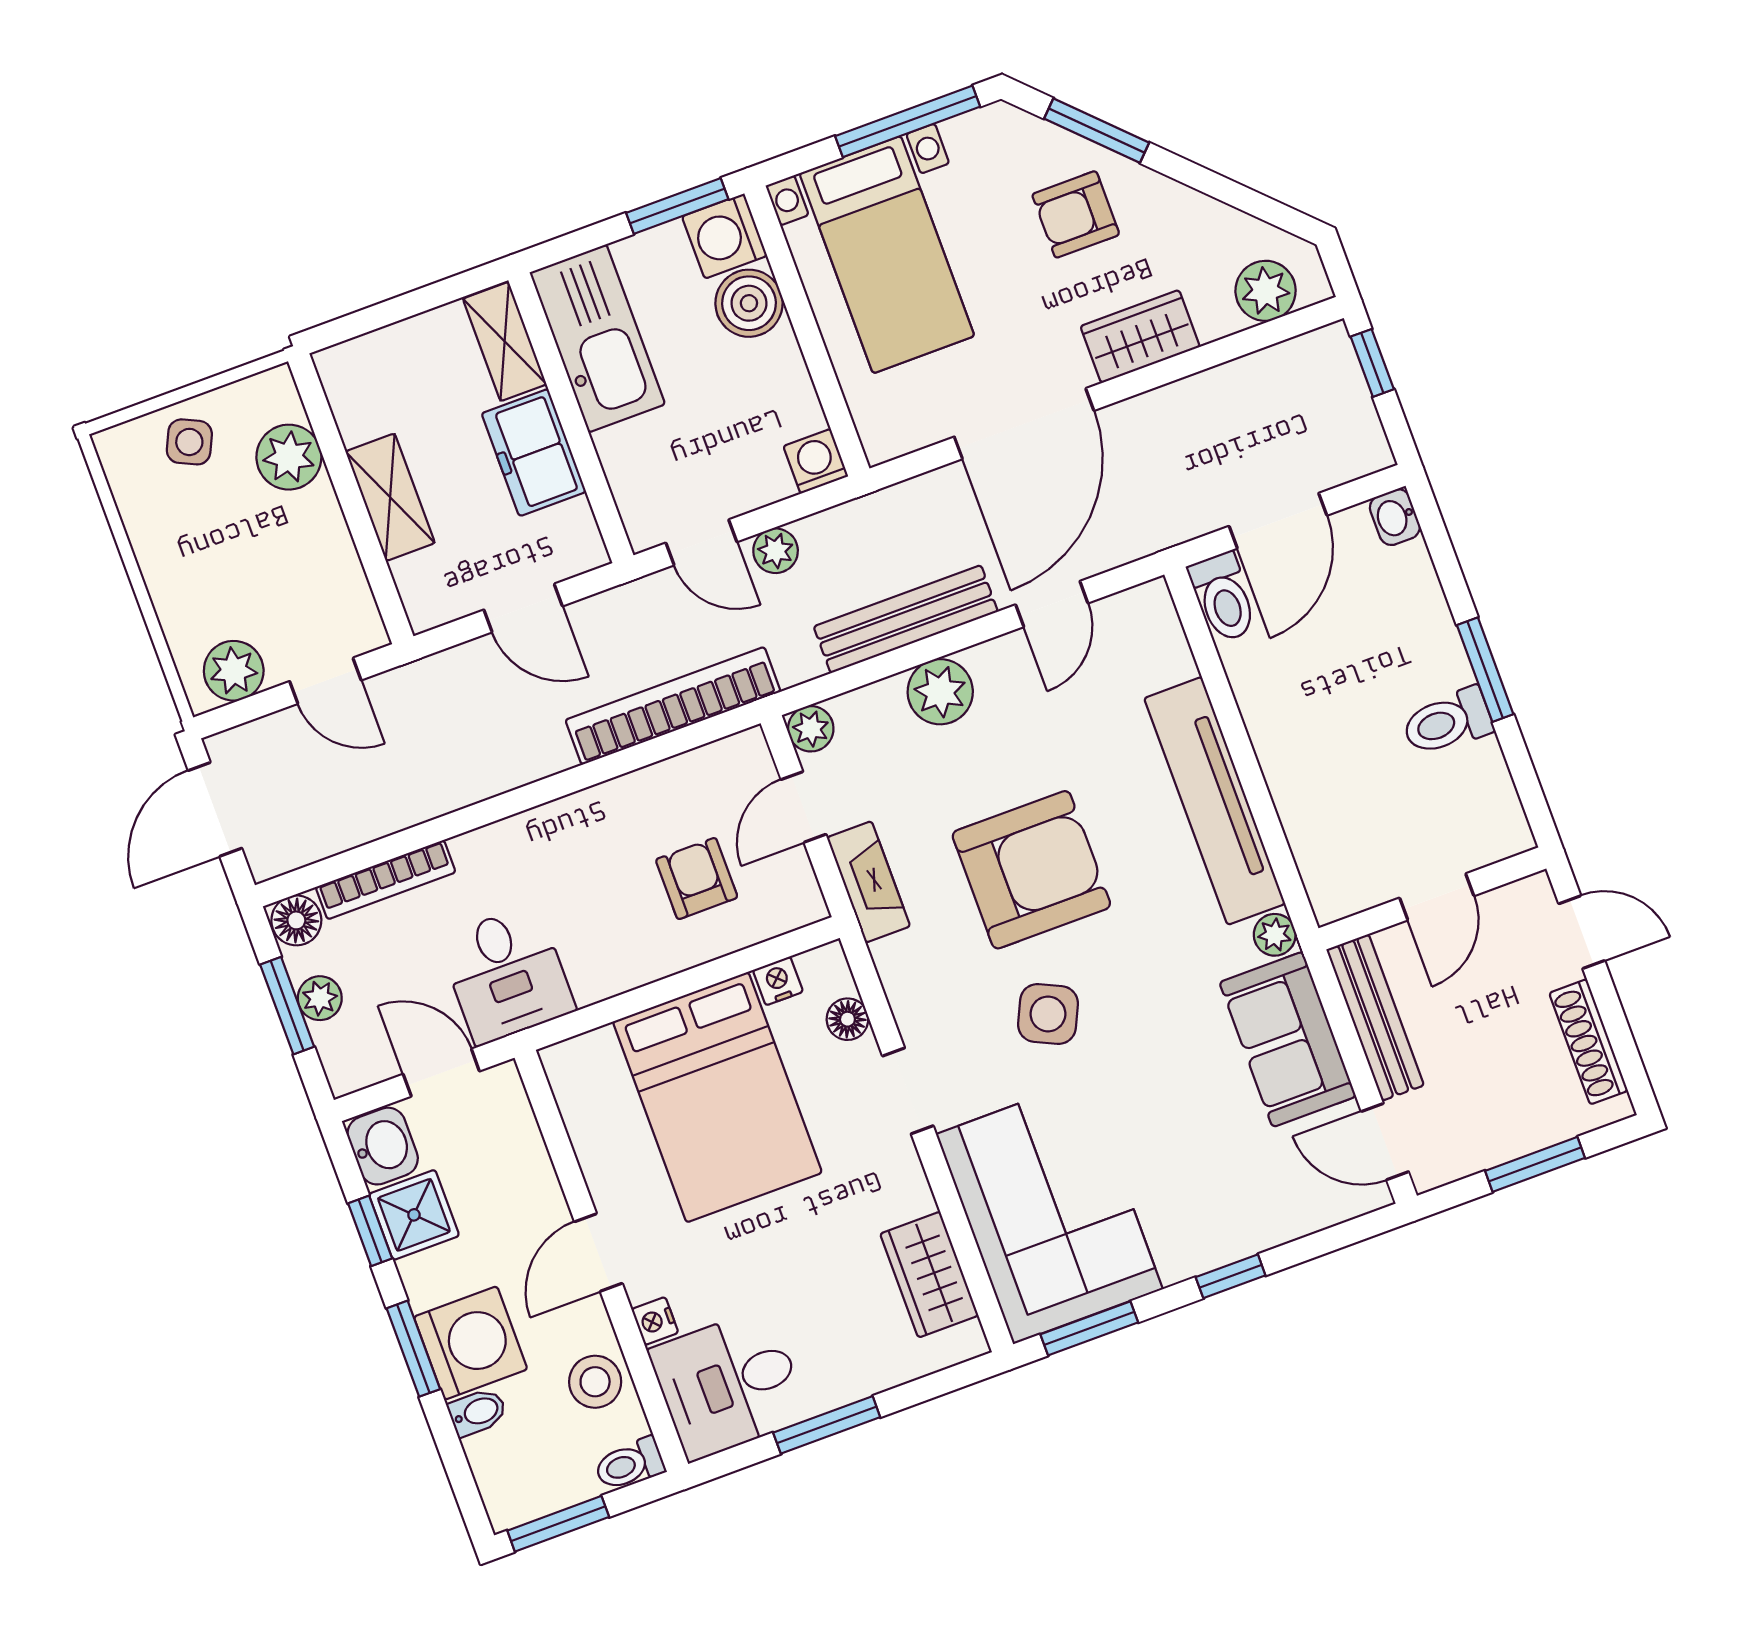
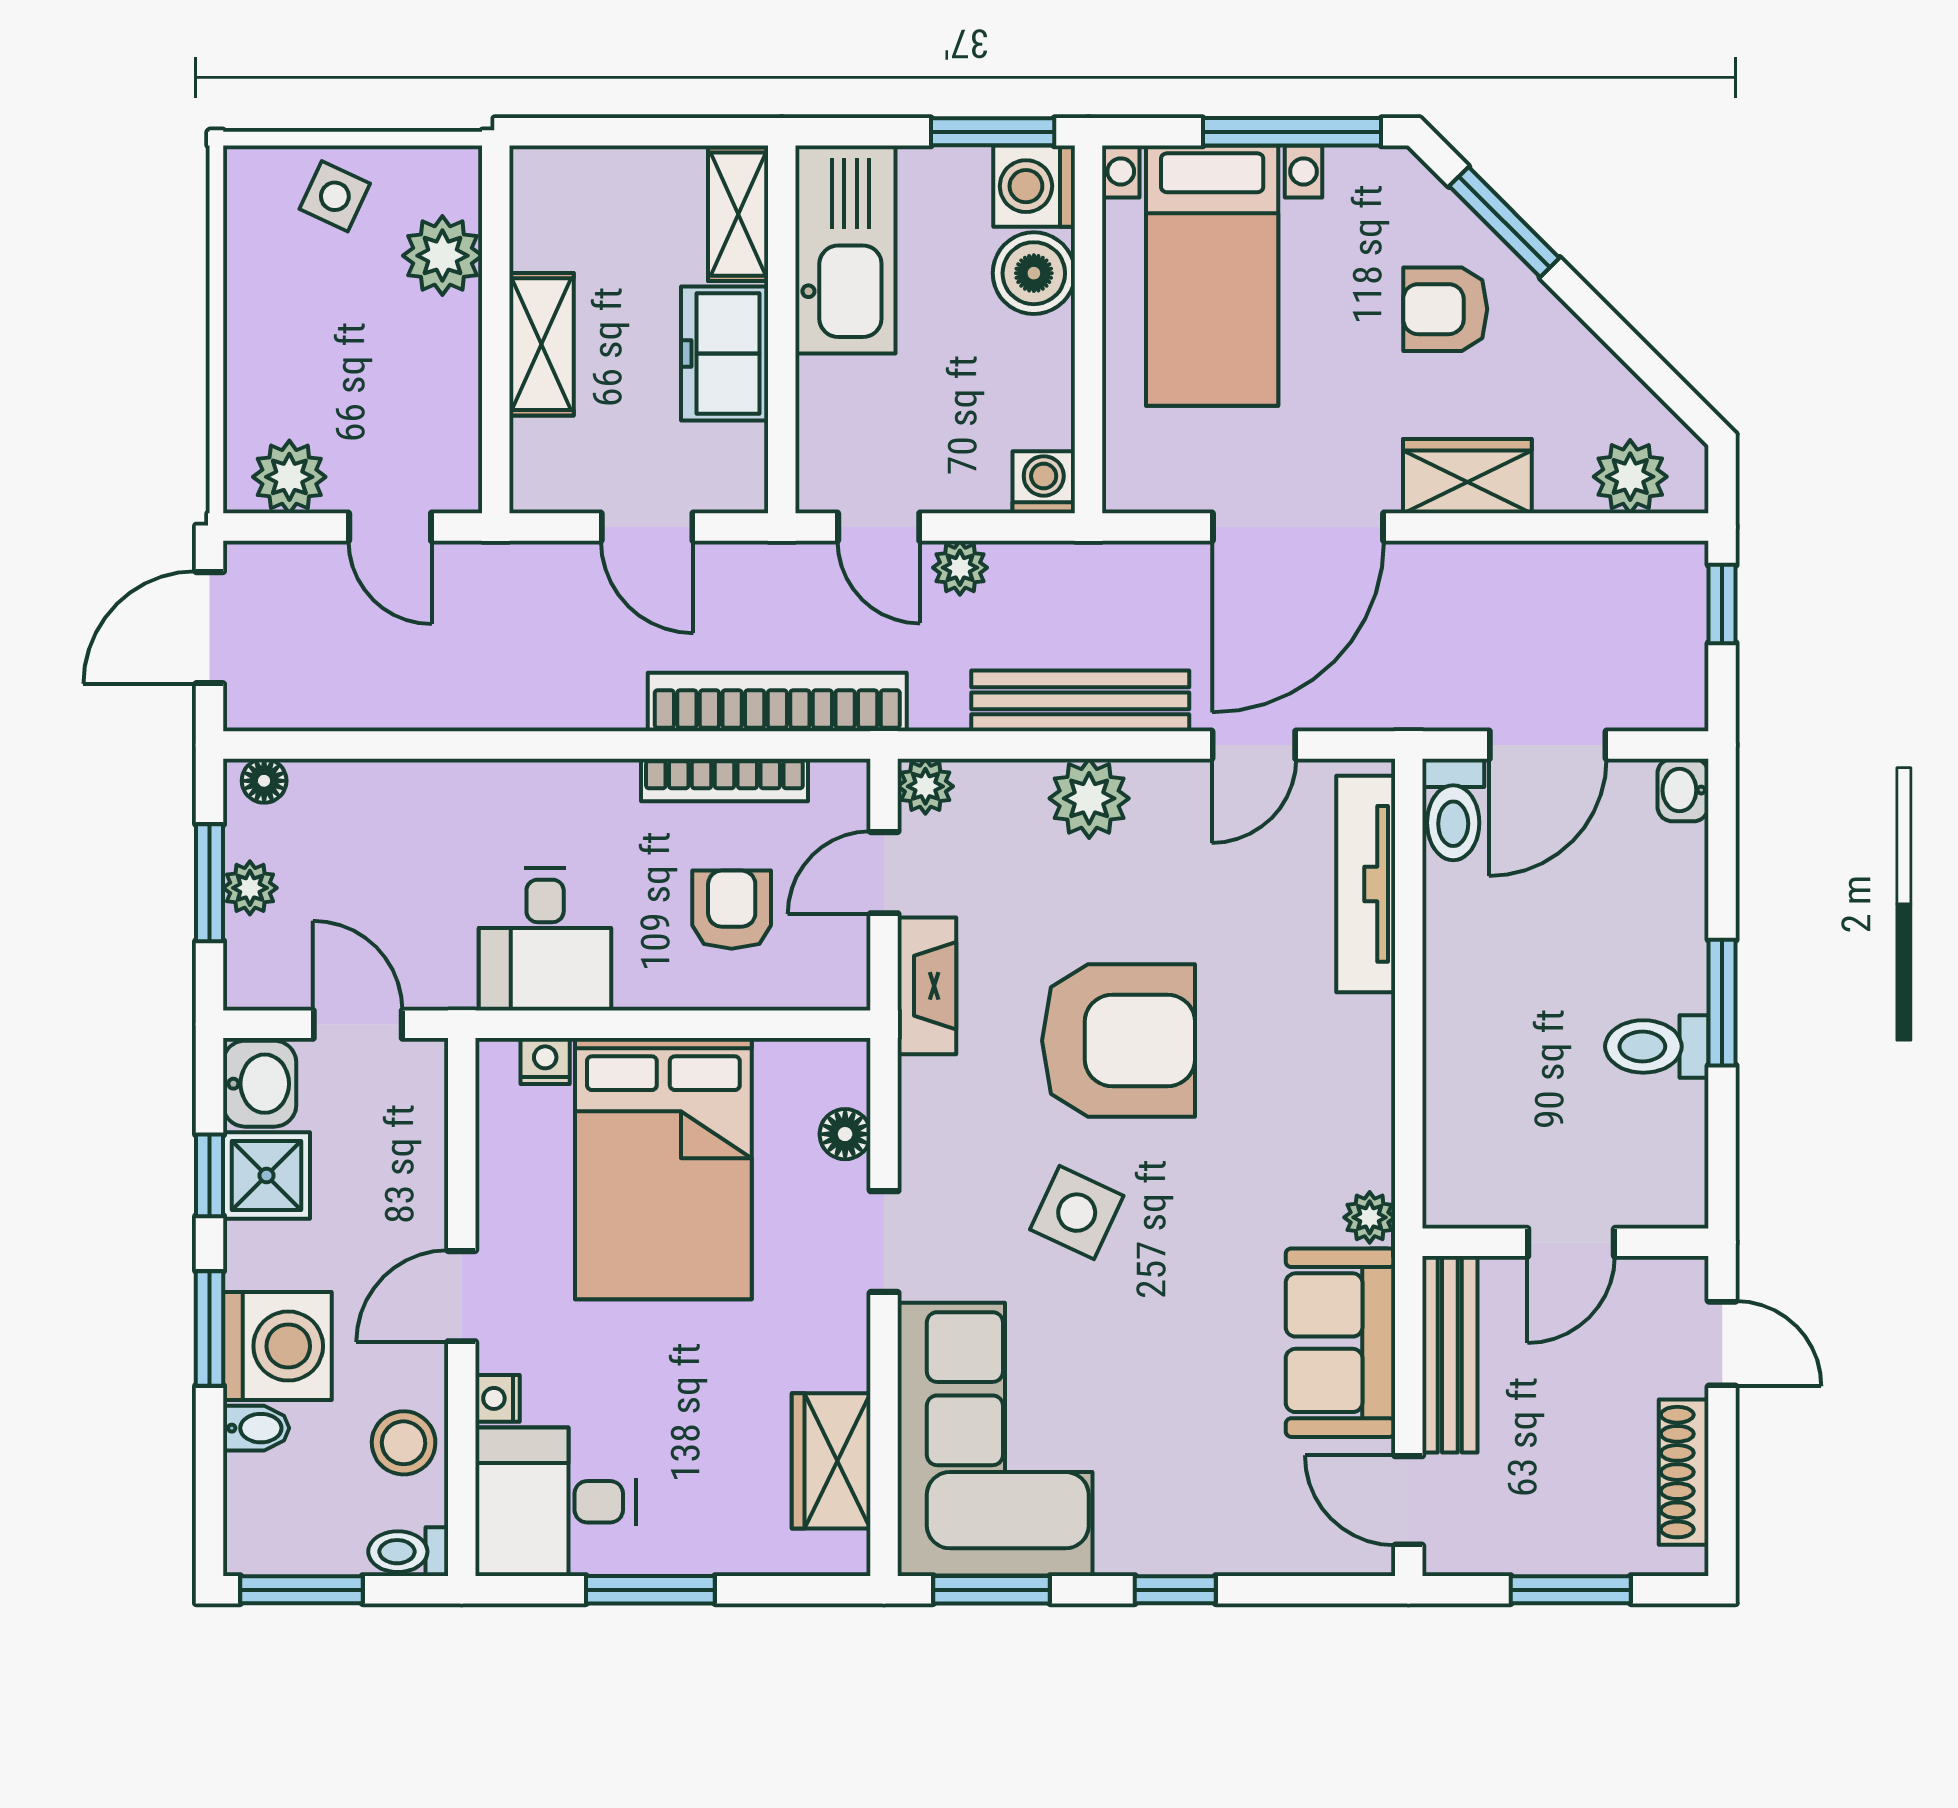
tv unit: (1215, 801) -> (1366, 884), moved, width x0.73, depth x0.78
bookcase: (386, 880) -> (724, 780), moved
floor lamp: (296, 920) -> (264, 781), width x0.73, depth x0.73
desk: (507, 974) -> (545, 939), moved
nightstand: (778, 981) -> (545, 1061), moved

